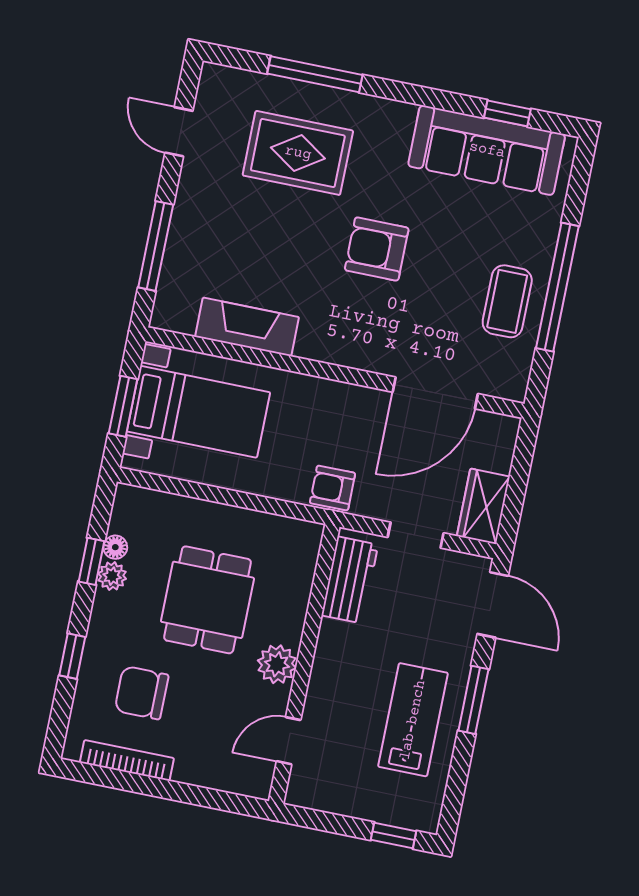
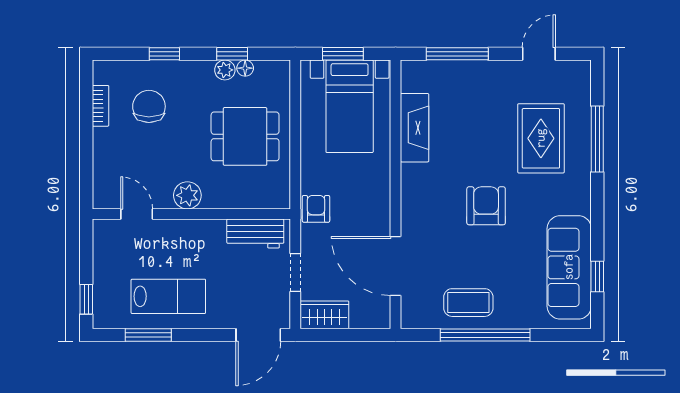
dining table: (208, 600) -> (245, 136), moved
window: (473, 700) -> (148, 335), moved
bookcase: (127, 760) -> (100, 106), width x0.64

